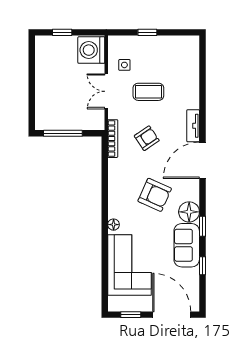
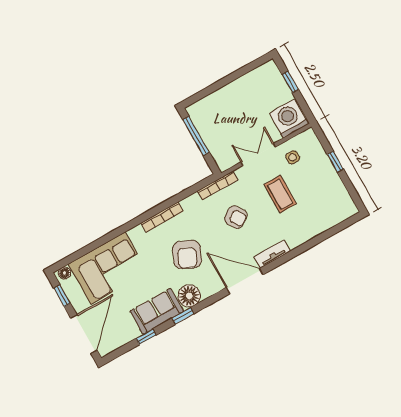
bookcase: (113, 198) -> (162, 217), added
floor lamp: (114, 225) -> (65, 273), moved

